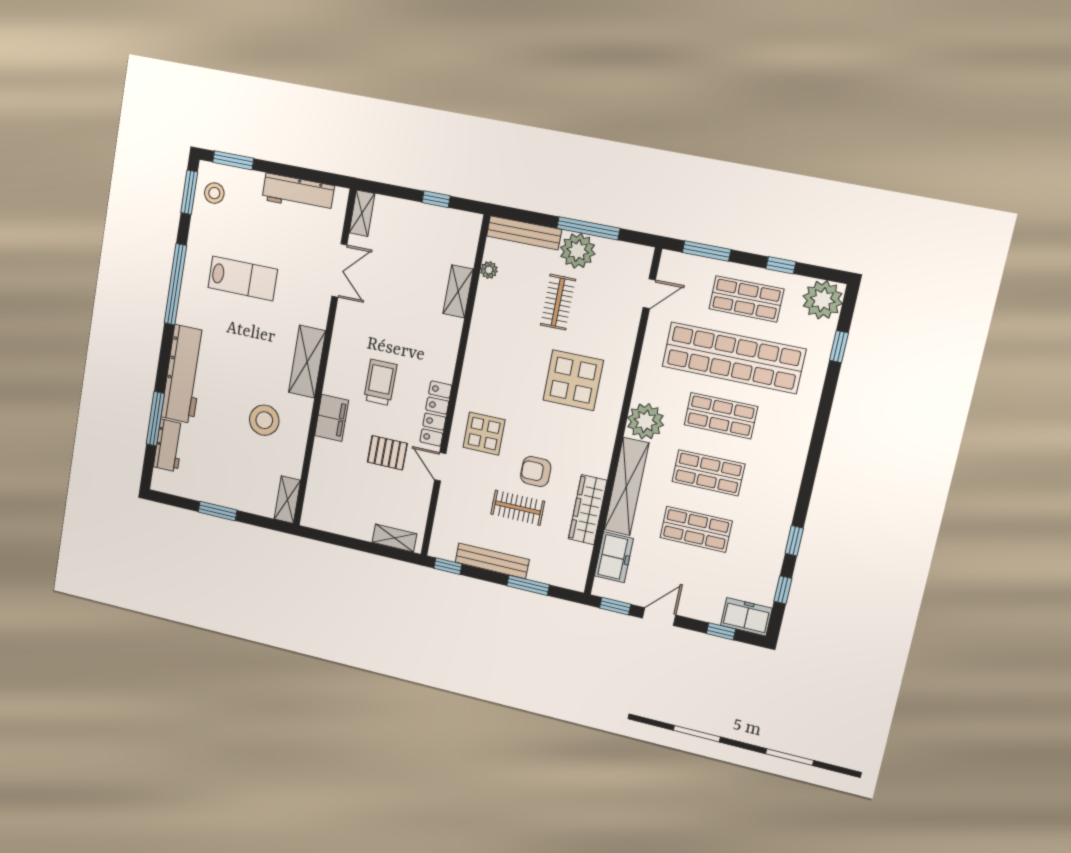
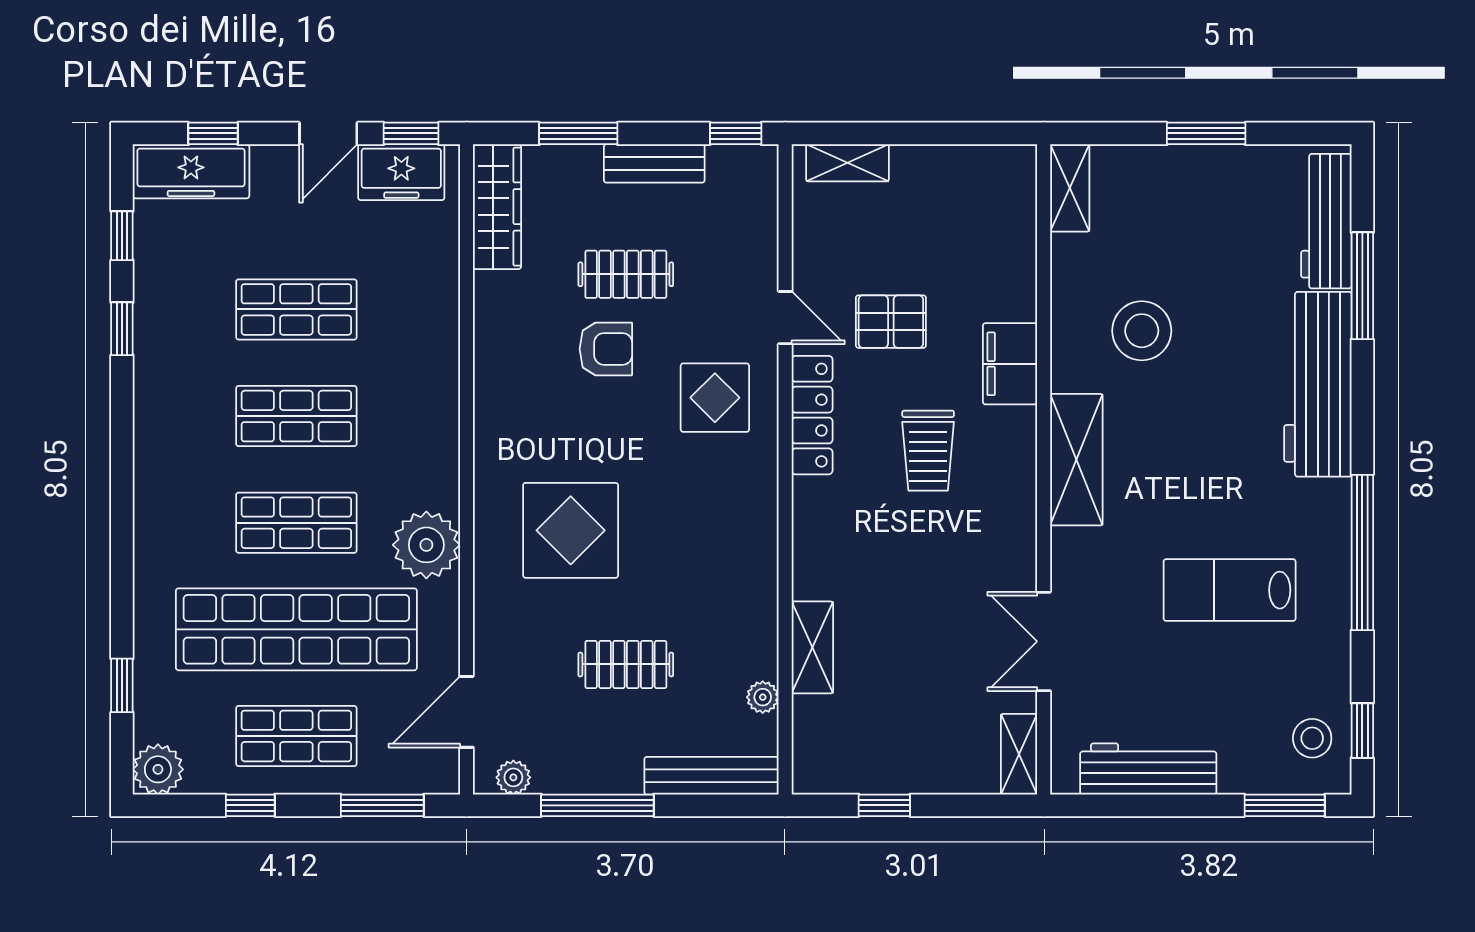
window: (189, 192) -> (1362, 731), width x0.67
plant: (578, 251) -> (513, 777), moved, width x0.53, depth x0.53
door: (649, 294) -> (466, 712), width x1.38
plant: (823, 300) -> (158, 769), width x0.73, depth x0.73
clothes rail: (558, 302) -> (626, 664), turned 90
plant: (645, 421) -> (426, 545), moved
workbench: (169, 445) -> (1326, 221), width x1.38
shelving: (626, 487) -> (436, 359), removed
wardrobe: (588, 510) -> (497, 207), moved
freezer: (614, 557) -> (401, 172), moved, turned -90
bench: (492, 561) -> (654, 163), width x0.73
freezer: (746, 617) -> (191, 171), width x1.40

